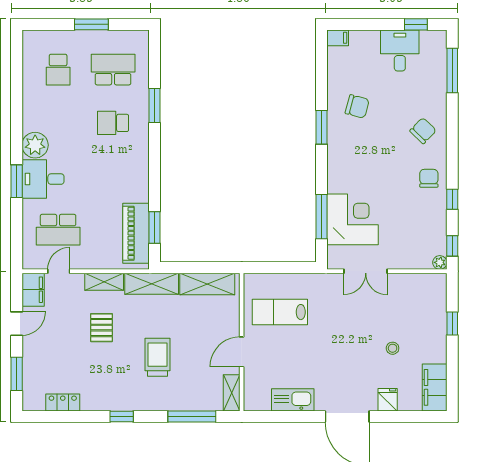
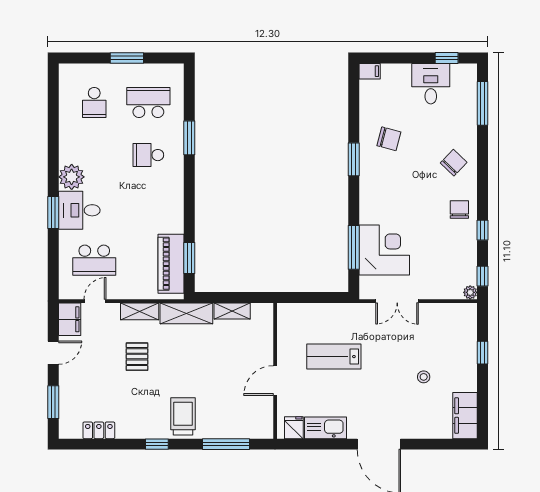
shelving: (207, 284) -> (232, 311), width x0.67, depth x0.75
lab bench: (280, 312) -> (334, 357), moved
trolley: (158, 357) -> (183, 416), moved
shelving: (232, 393) -> (265, 421), removed
fridge: (388, 400) -> (294, 428), moved

